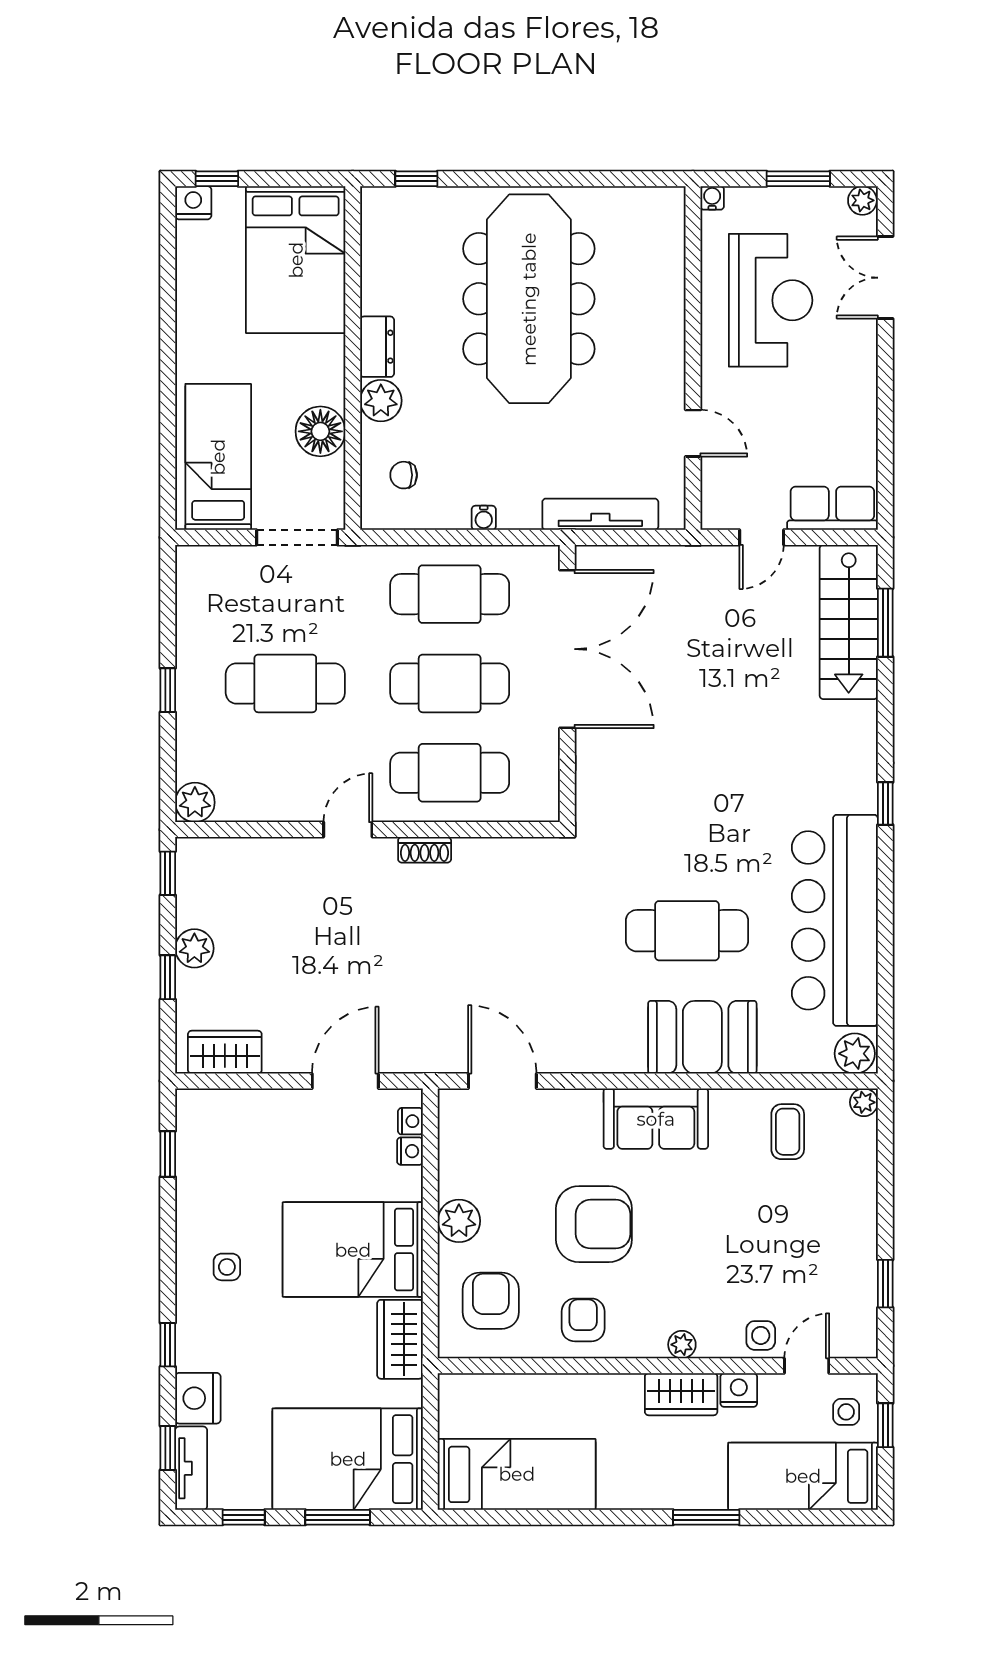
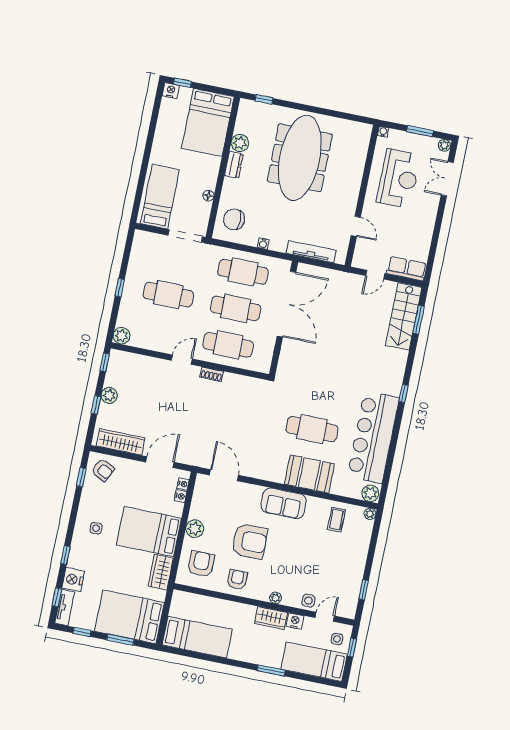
plant: (381, 401) -> (240, 143), moved
floor lamp: (320, 431) -> (208, 196), width x0.53, depth x0.53
chair: (404, 475) -> (234, 219), width x1.87, depth x1.87
wardrobe: (225, 1052) -> (121, 442), width x1.50
armchair: (215, 1127) -> (103, 470), added

